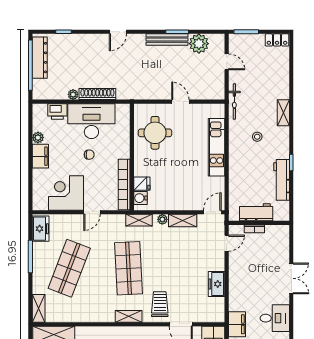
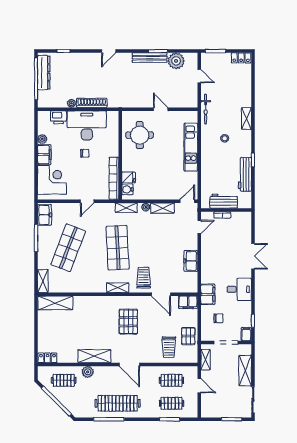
corner desk: (66, 193) -> (52, 180), moved, turned 90

